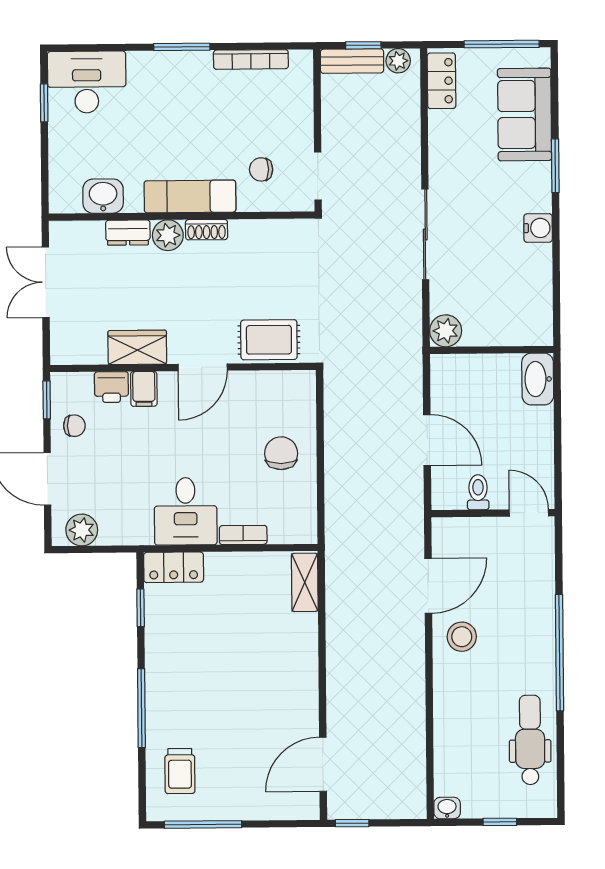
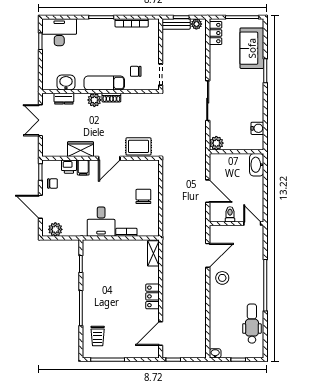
water cooler: (538, 228) -> (257, 128), moved
dresser: (128, 233) -> (64, 99), moved
locker: (174, 567) -> (152, 296), moved, turned 90

